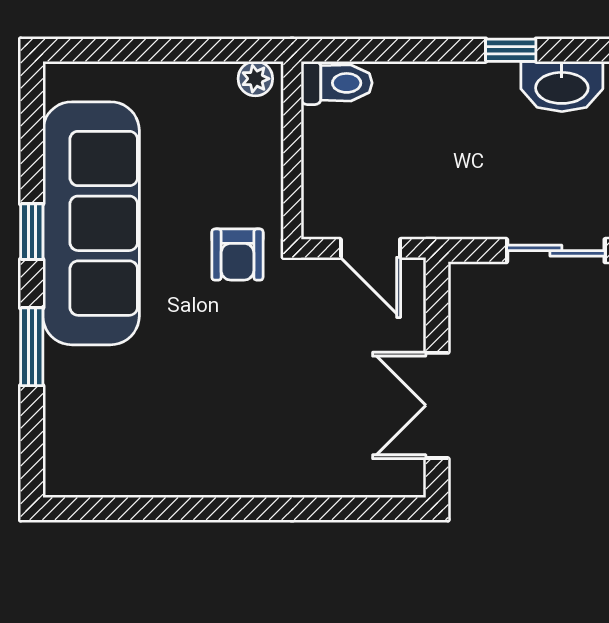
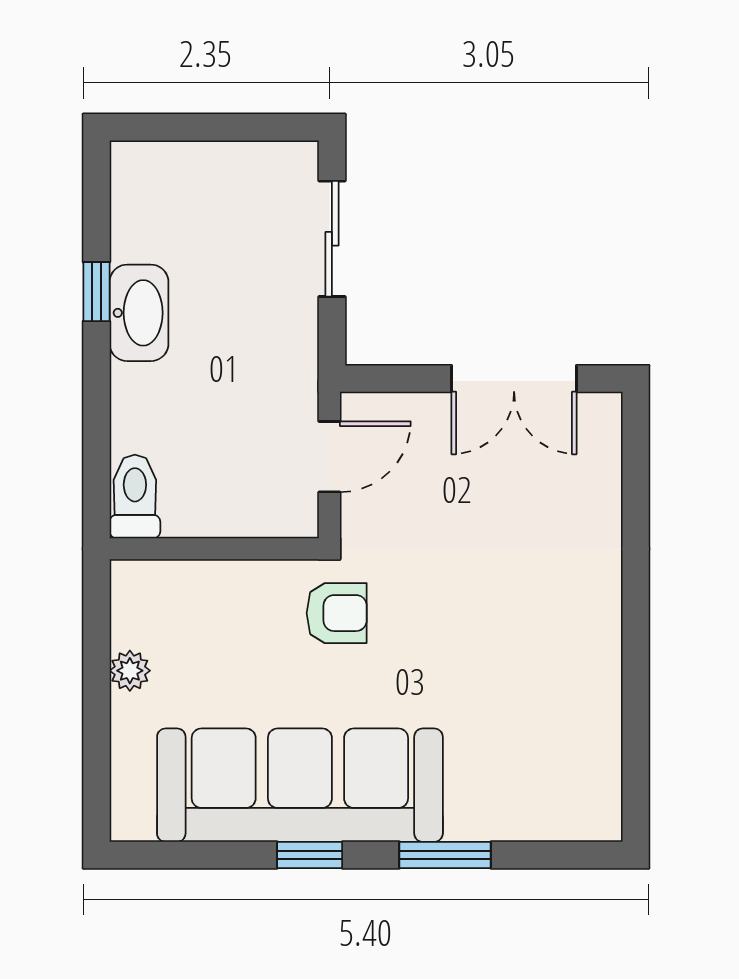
plant: (255, 79) -> (130, 671), moved
washbasin: (562, 86) -> (139, 313), moved

